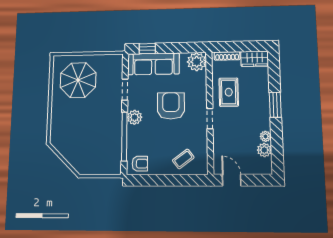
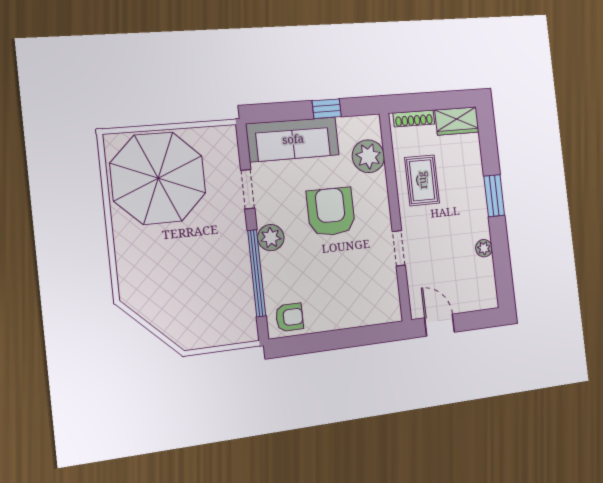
window: (147, 49) -> (327, 109), moved
plant: (197, 62) -> (368, 156), moved
parasol: (78, 80) -> (158, 178), width x1.36, depth x1.36
doorway: (210, 119) -> (399, 248), moved
plant: (264, 150) -> (484, 270), removed
coffee table: (183, 159) -> (361, 300), removed

